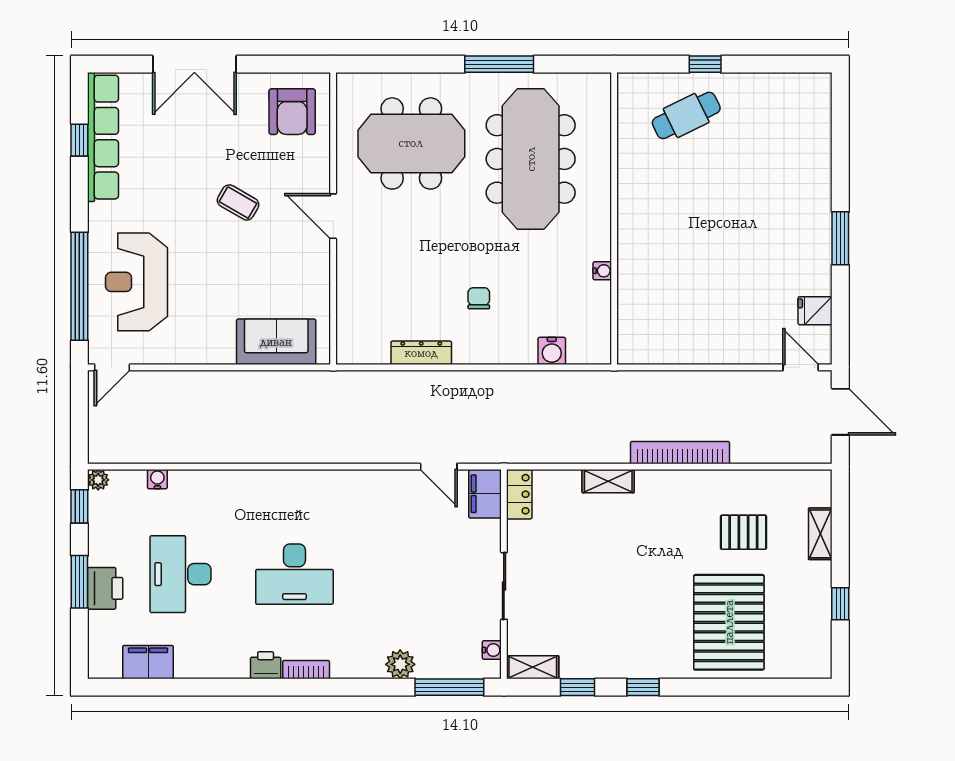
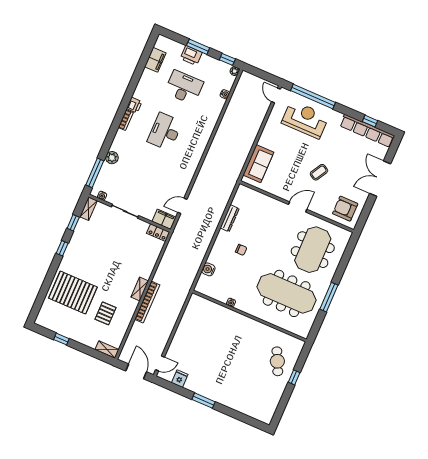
door: (840, 412) -> (136, 371), swing flipped
shelving: (608, 481) -> (140, 289), moved
shelving: (820, 534) -> (107, 350), moved

